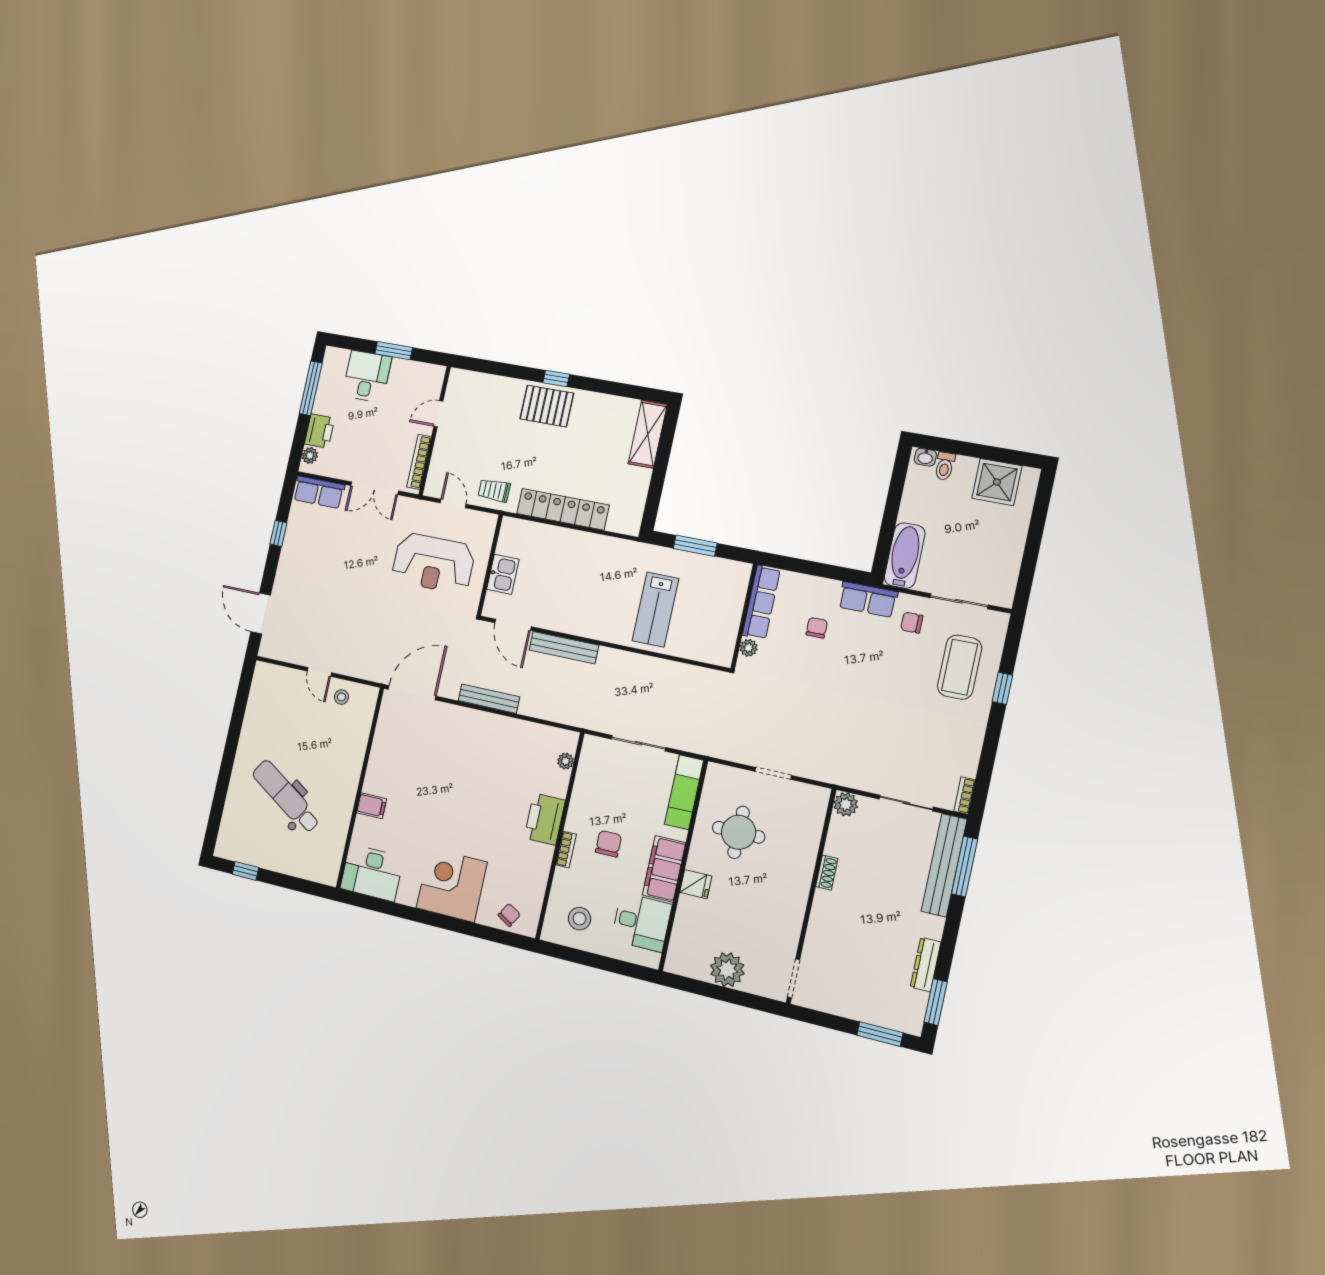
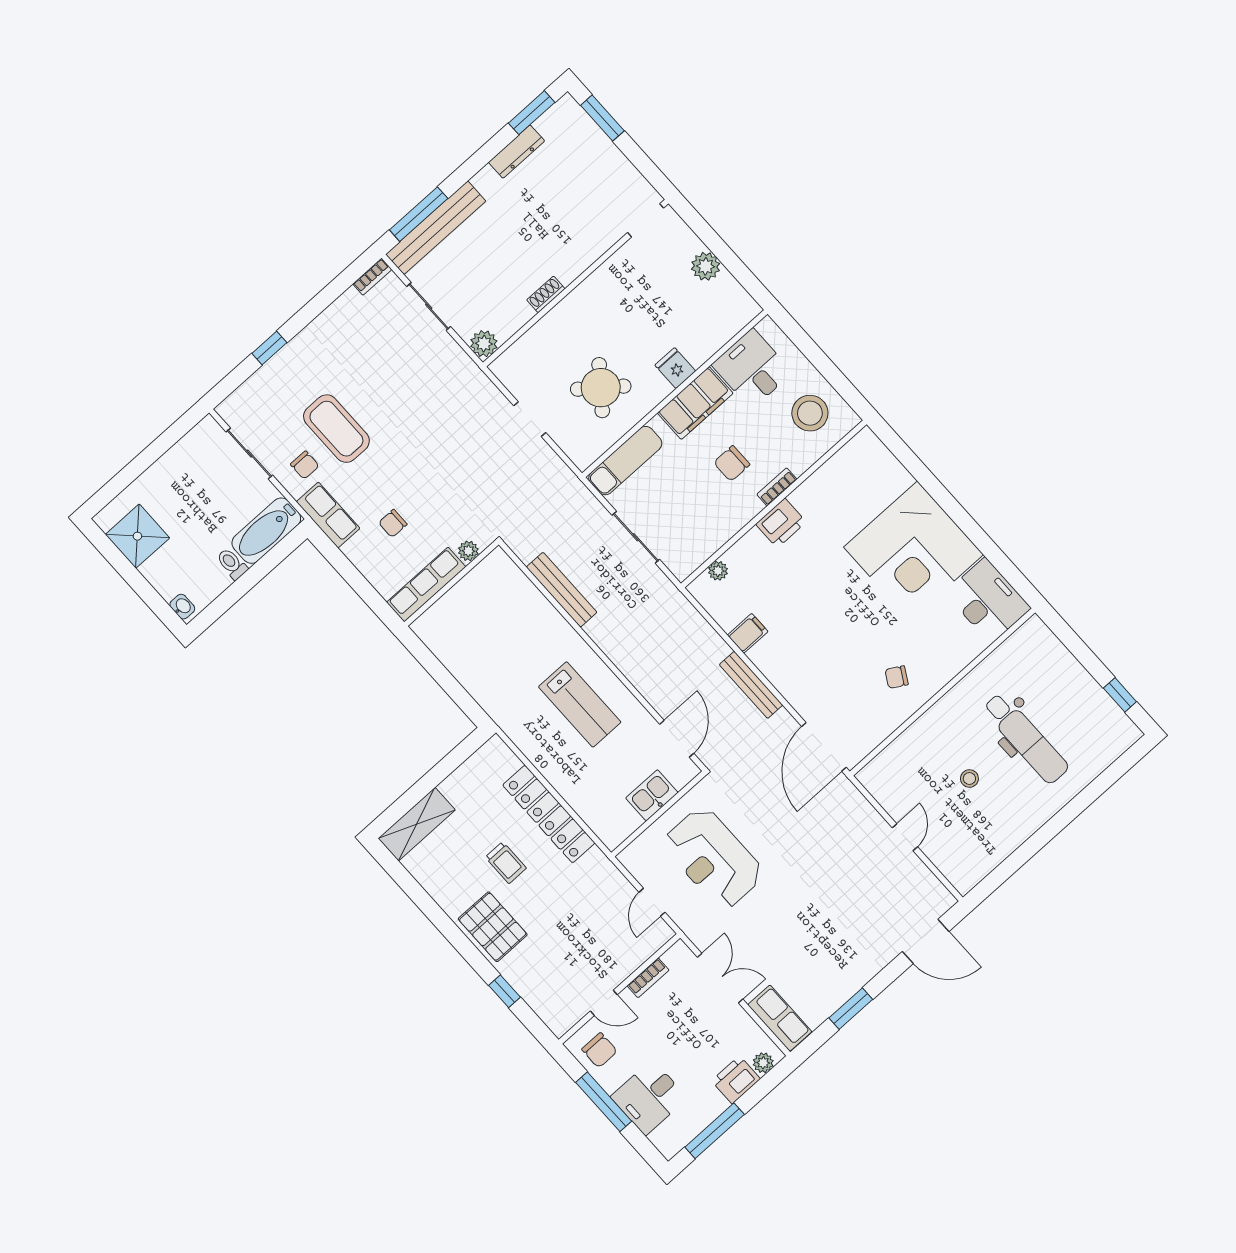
window: (394, 351) -> (604, 1102), width x1.44
window: (556, 379) -> (505, 991), moved
chair: (420, 381) -> (599, 1050), added
bookcase: (419, 462) -> (648, 978), width x0.64
toilet: (945, 466) -> (232, 564), moved, turned -90
trolley: (494, 490) -> (506, 863), moved
window: (278, 533) -> (851, 1009), width x1.50
window: (695, 546) -> (449, 684), removed
reception desk: (433, 563) -> (713, 858), turned 180
lab bench: (655, 610) -> (580, 704), moved, turned 90
door: (261, 613) -> (926, 941), hinge flipped
bench: (564, 648) -> (562, 590), moved
coffee table: (960, 667) -> (336, 429), moved, turned 90
door: (412, 693) -> (824, 747), hinge flipped
stool: (342, 697) -> (969, 779), moved
dental chair: (286, 797) -> (1026, 738), turned -33
filing cabinet: (372, 806) -> (748, 633), moved, turned 90
printer: (545, 819) -> (781, 523), width x0.73, depth x0.84
round table: (739, 832) -> (601, 388), turned 38
corner desk: (452, 885) -> (914, 551), width x1.36, depth x1.36
chair: (509, 915) -> (897, 677), moved
stool: (579, 919) -> (810, 413), width x1.38, depth x1.38
plant: (727, 970) -> (706, 266), width x0.73, depth x0.73

